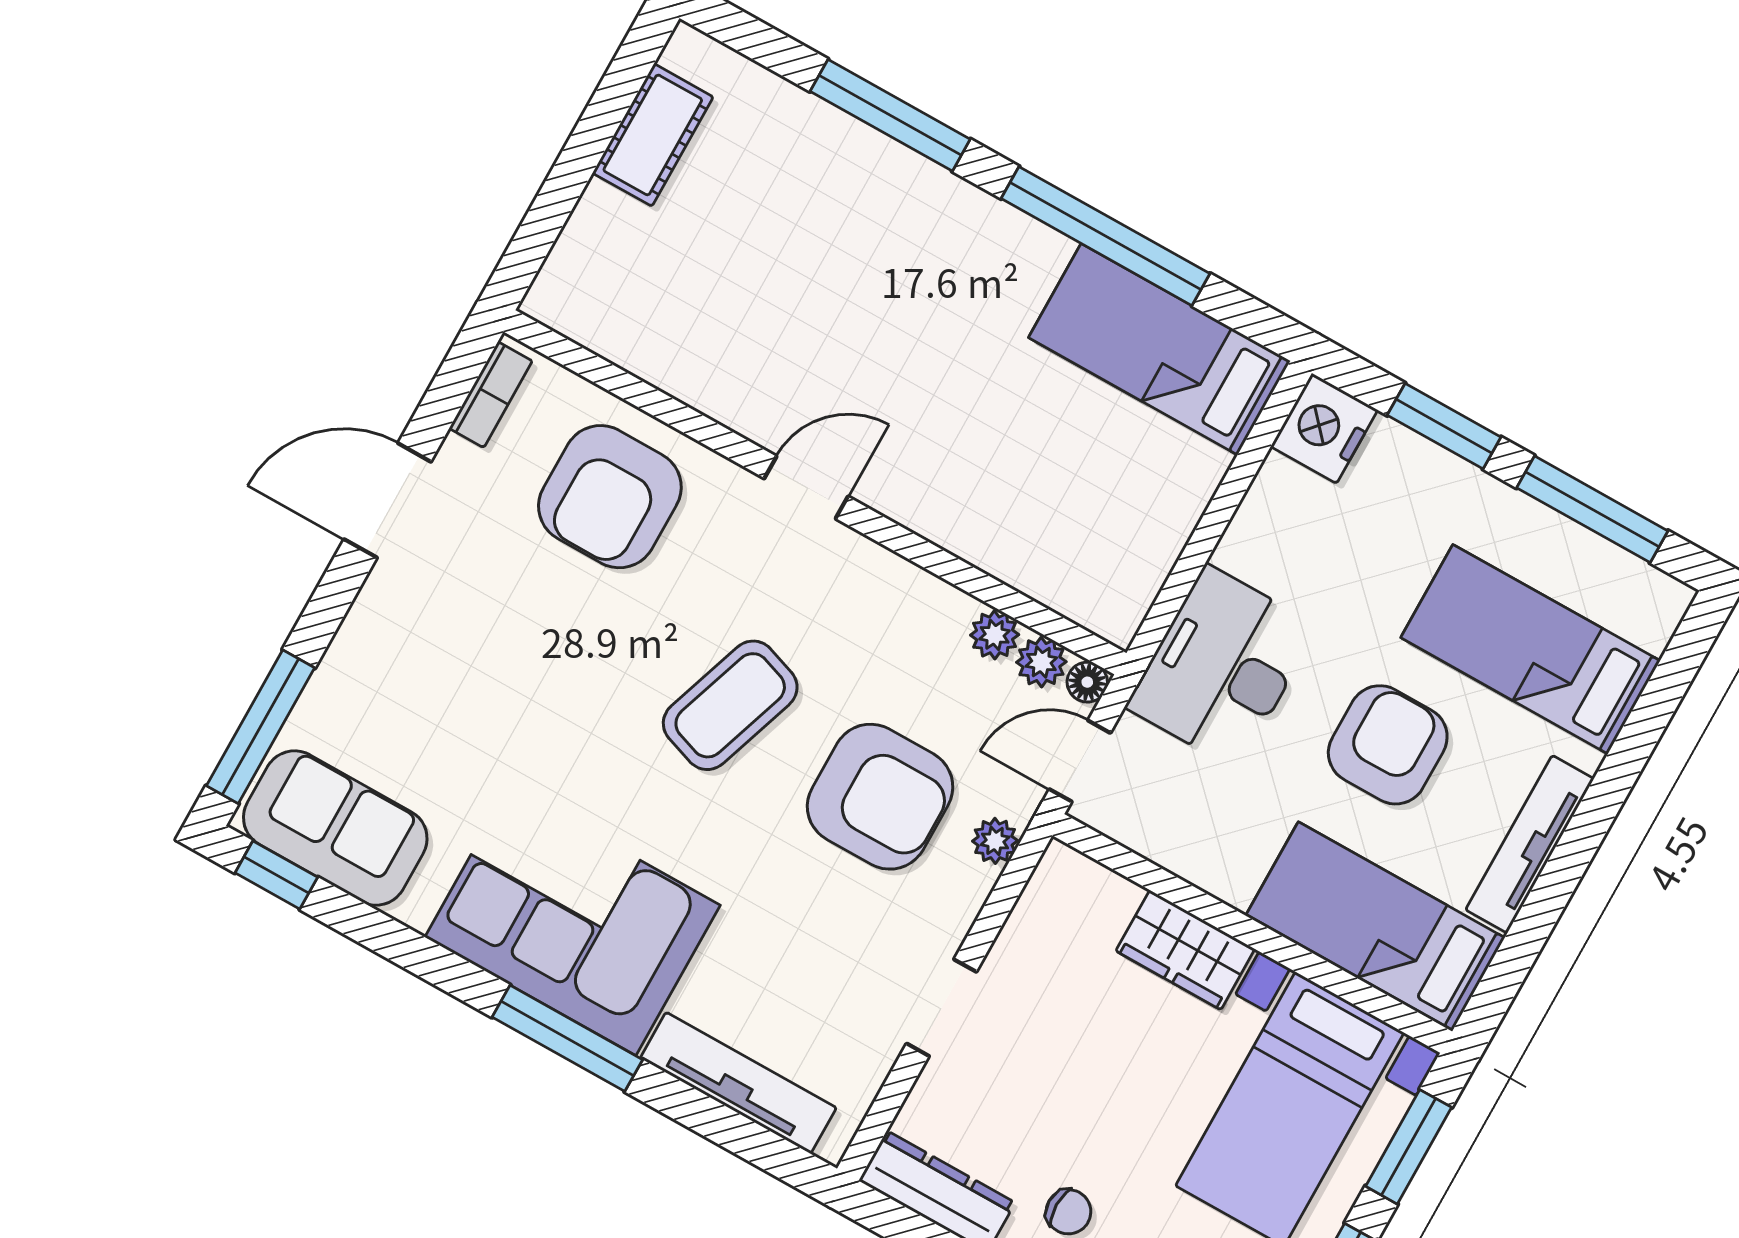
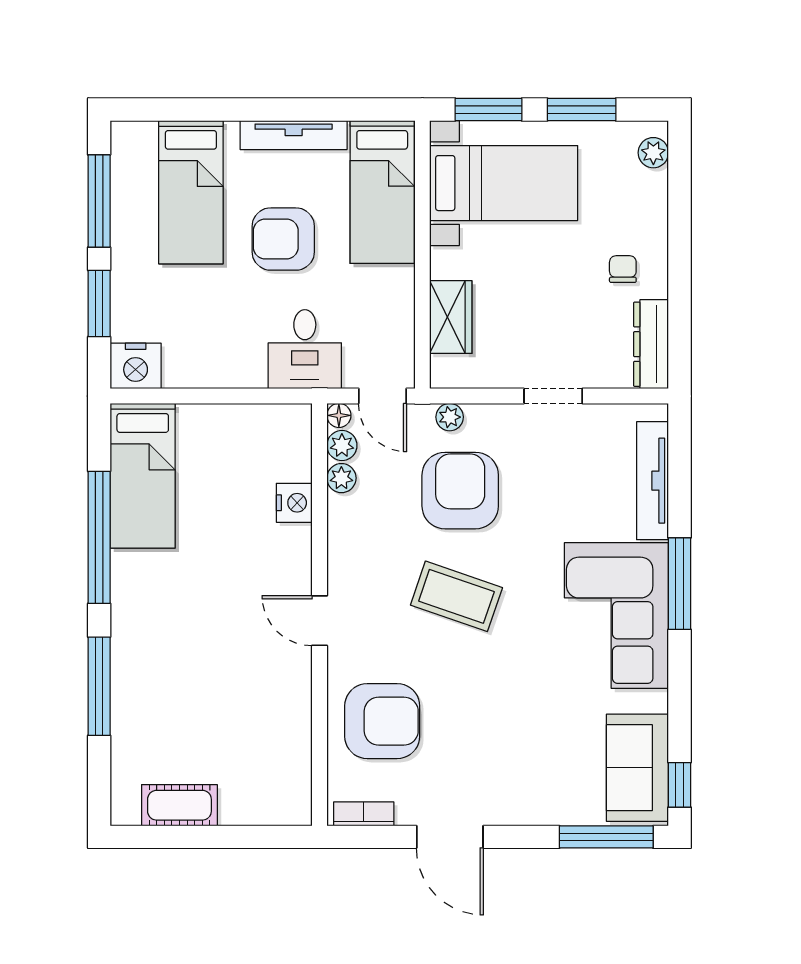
nightstand: (997, 547) -> (294, 503), added
desk: (1222, 667) -> (305, 349), width x0.73
wardrobe: (1185, 950) -> (451, 317), moved

